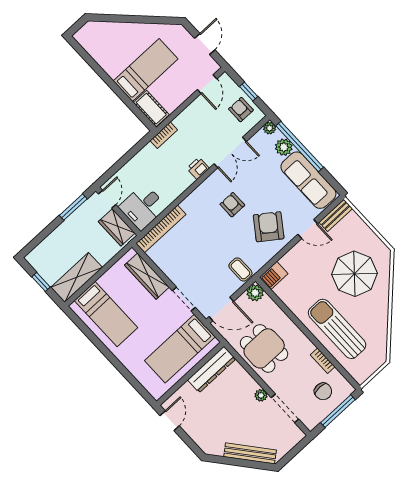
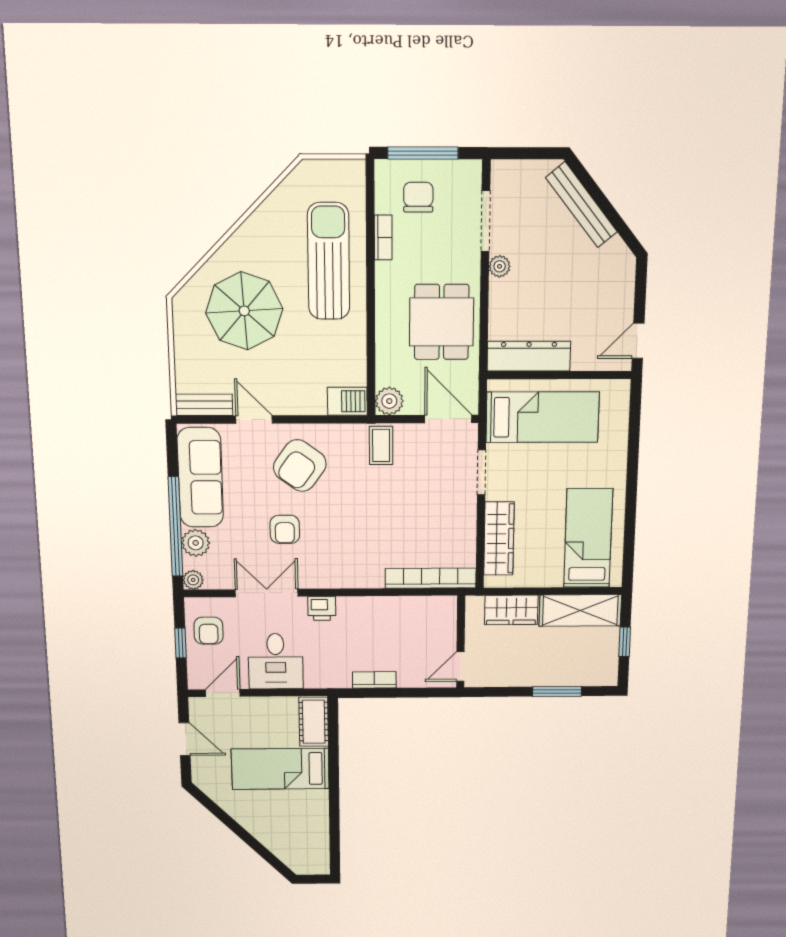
door: (205, 44) -> (185, 739), swing flipped
bookcase: (164, 135) -> (374, 680), moved
armchair: (232, 205) -> (285, 529), moved
window: (73, 207) -> (557, 691), moved
desk: (143, 207) -> (276, 661), moved, turned 90
wardrobe: (117, 227) -> (511, 610), moved, turned 90
sun lounger: (337, 329) -> (329, 261), turned 180

